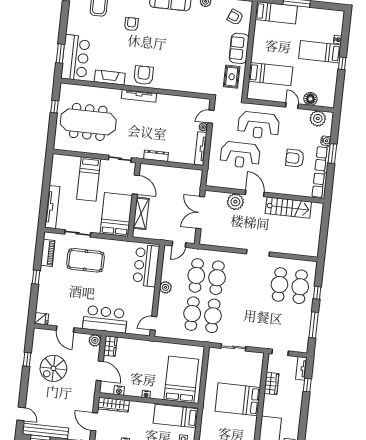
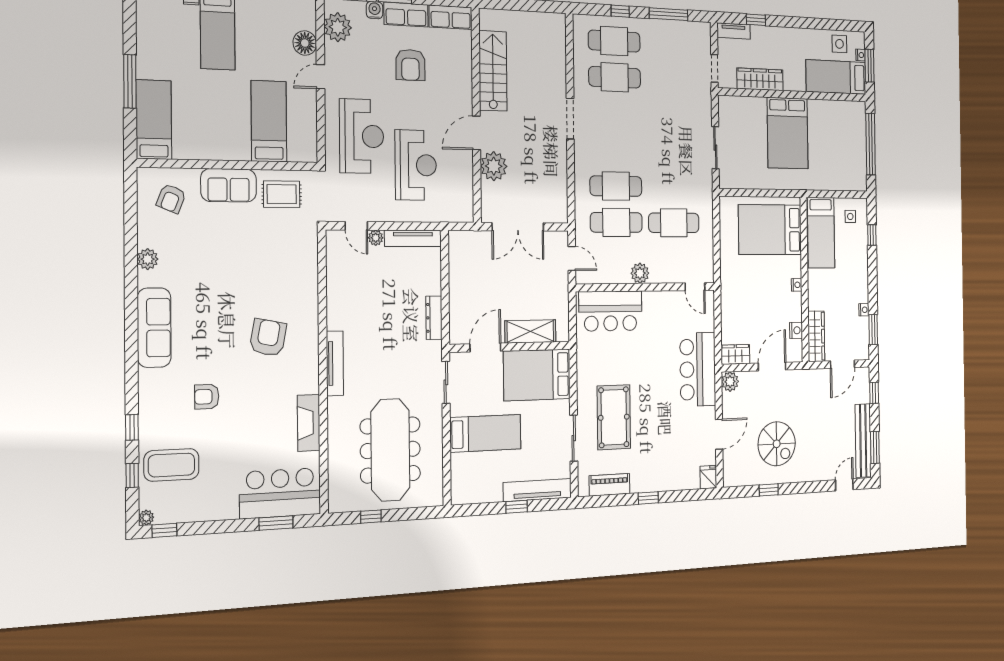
armchair: (144, 75) -> (268, 338), moved, turned 101
window: (45, 193) -> (517, 507), added
cafe table: (213, 316) -> (673, 187), removed
wardrobe: (271, 384) -> (760, 79), width x1.50

